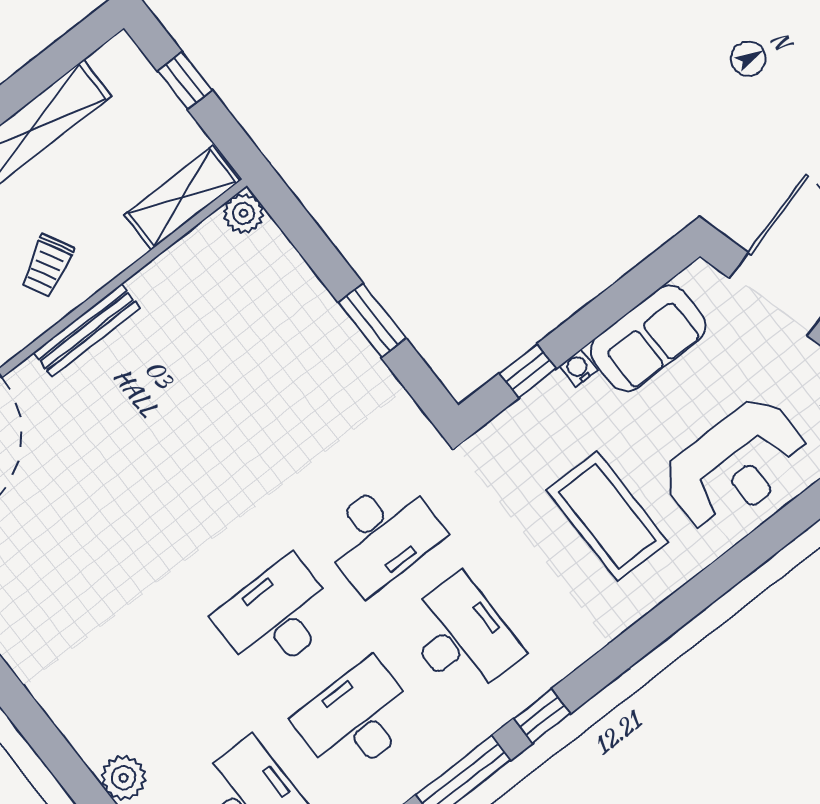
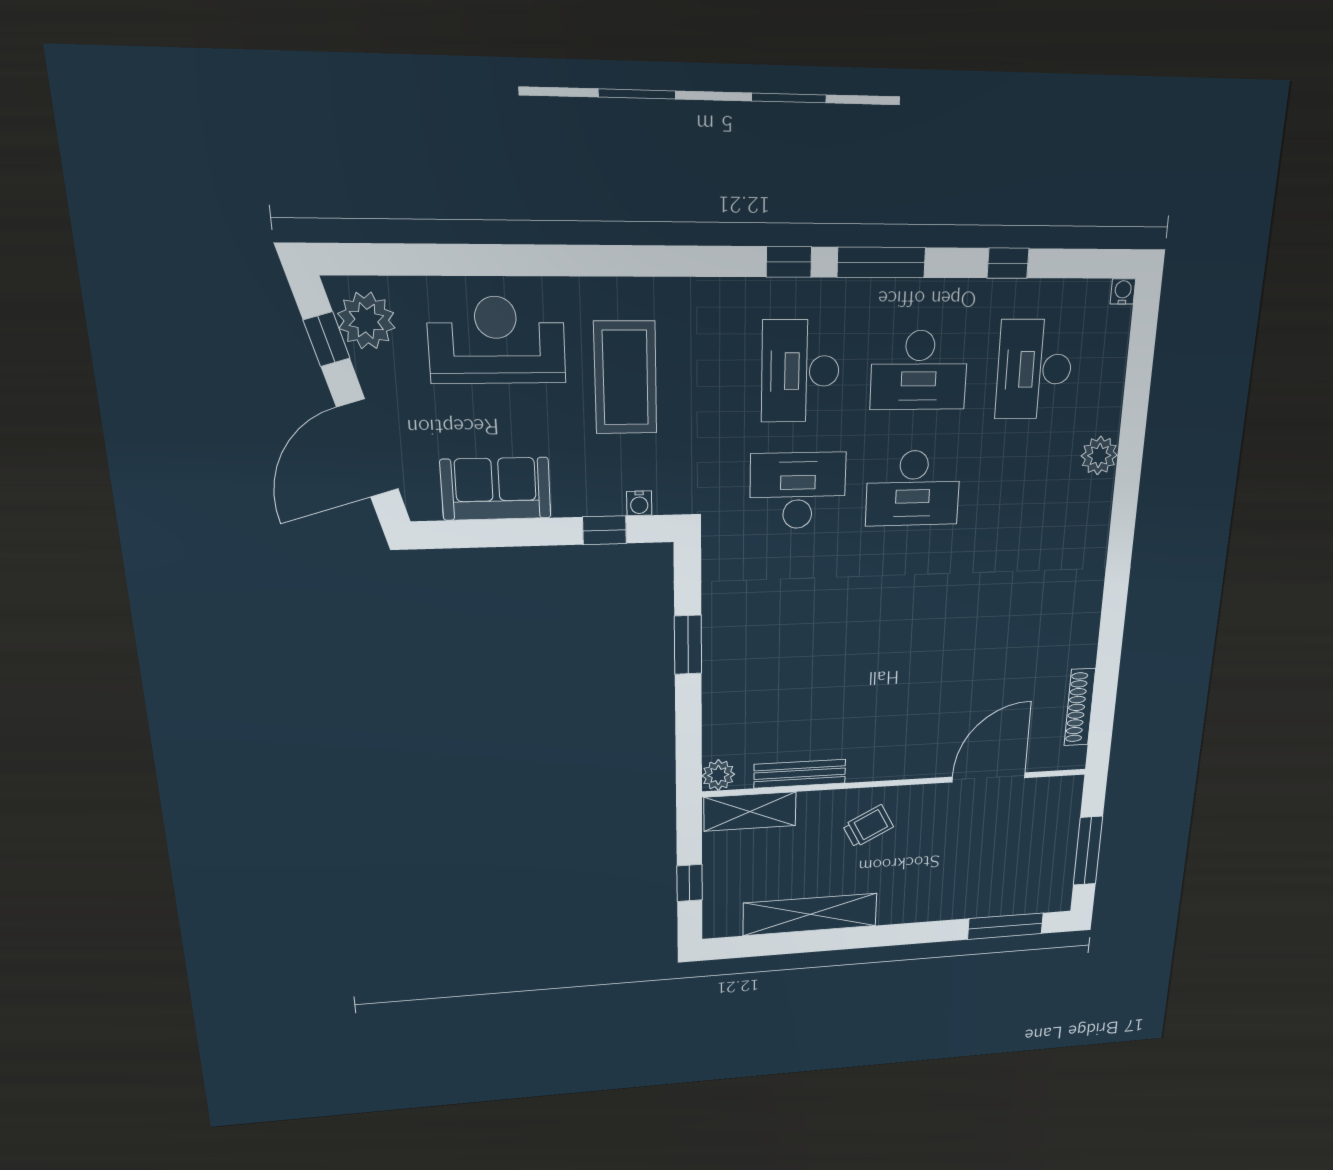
bench: (87, 330) -> (800, 774), moved
water cooler: (578, 368) -> (639, 503), moved

